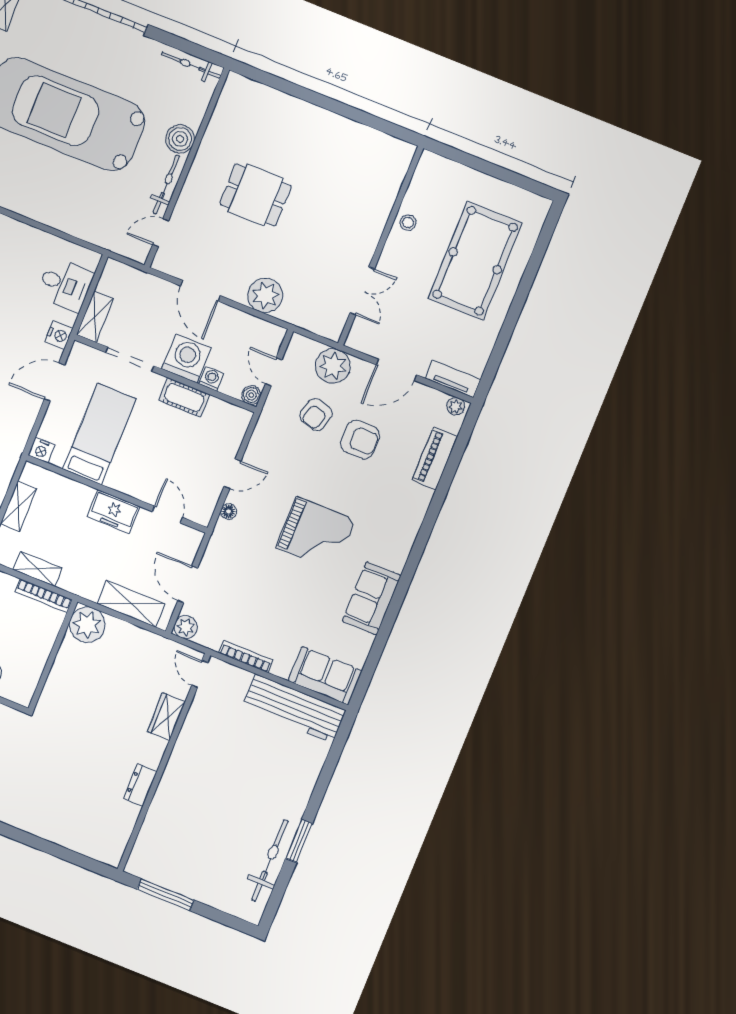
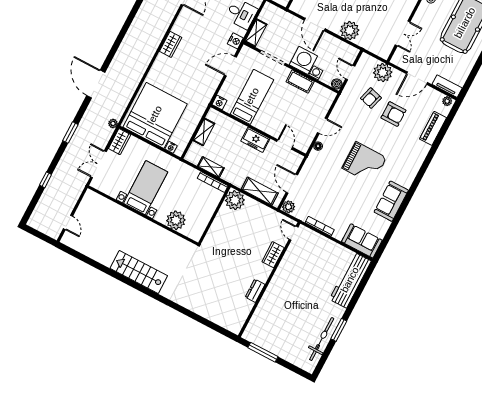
workbench: (294, 708) -> (350, 280), moved, turned 90

